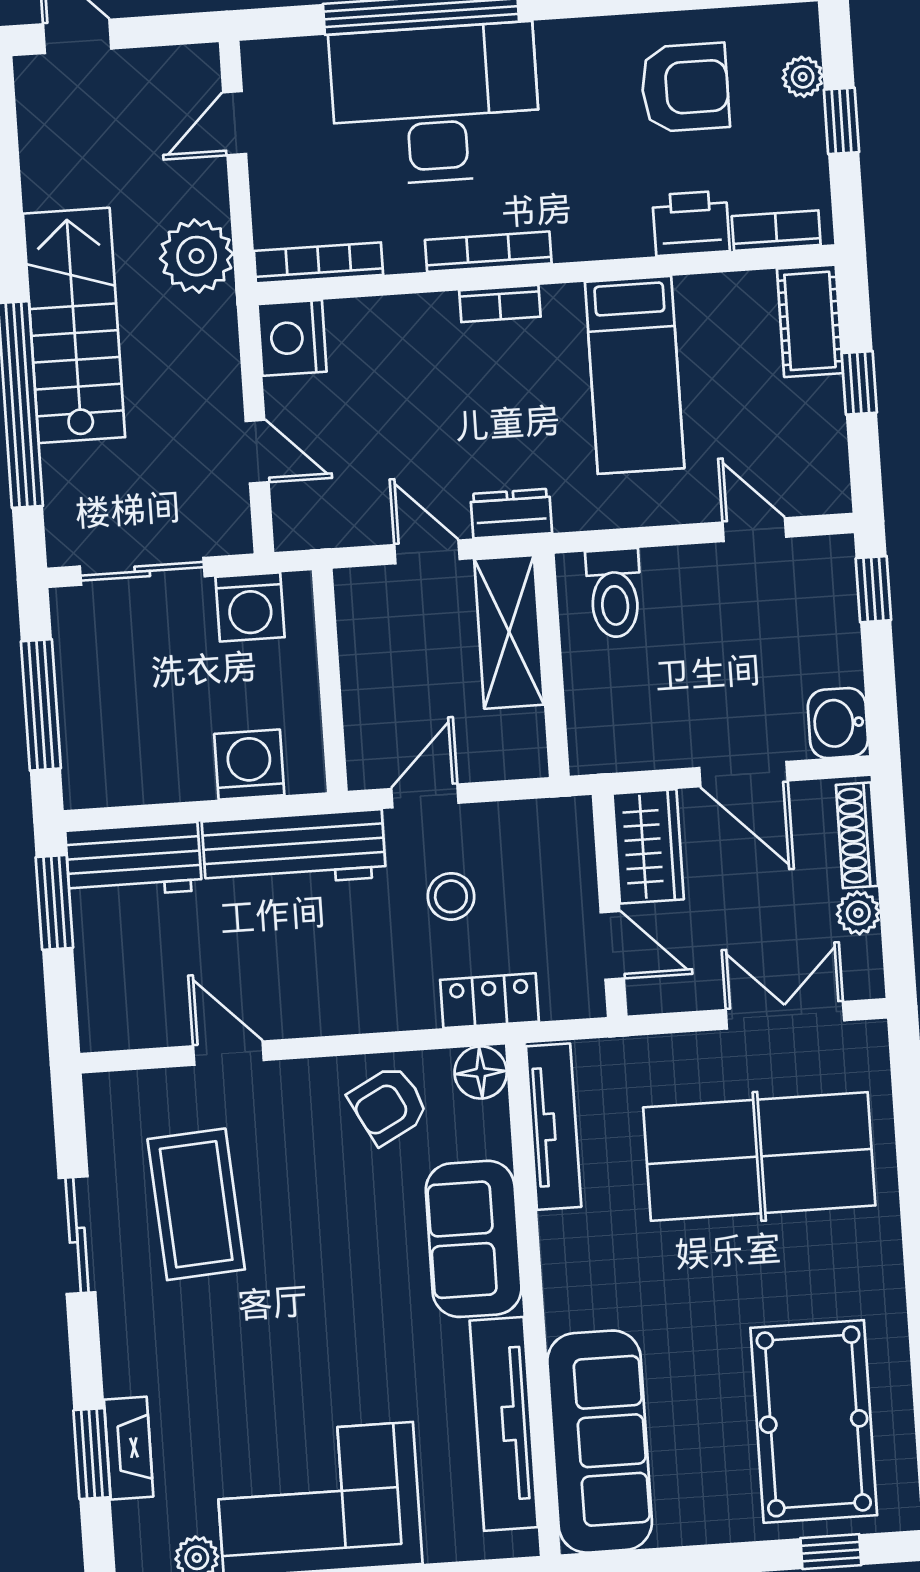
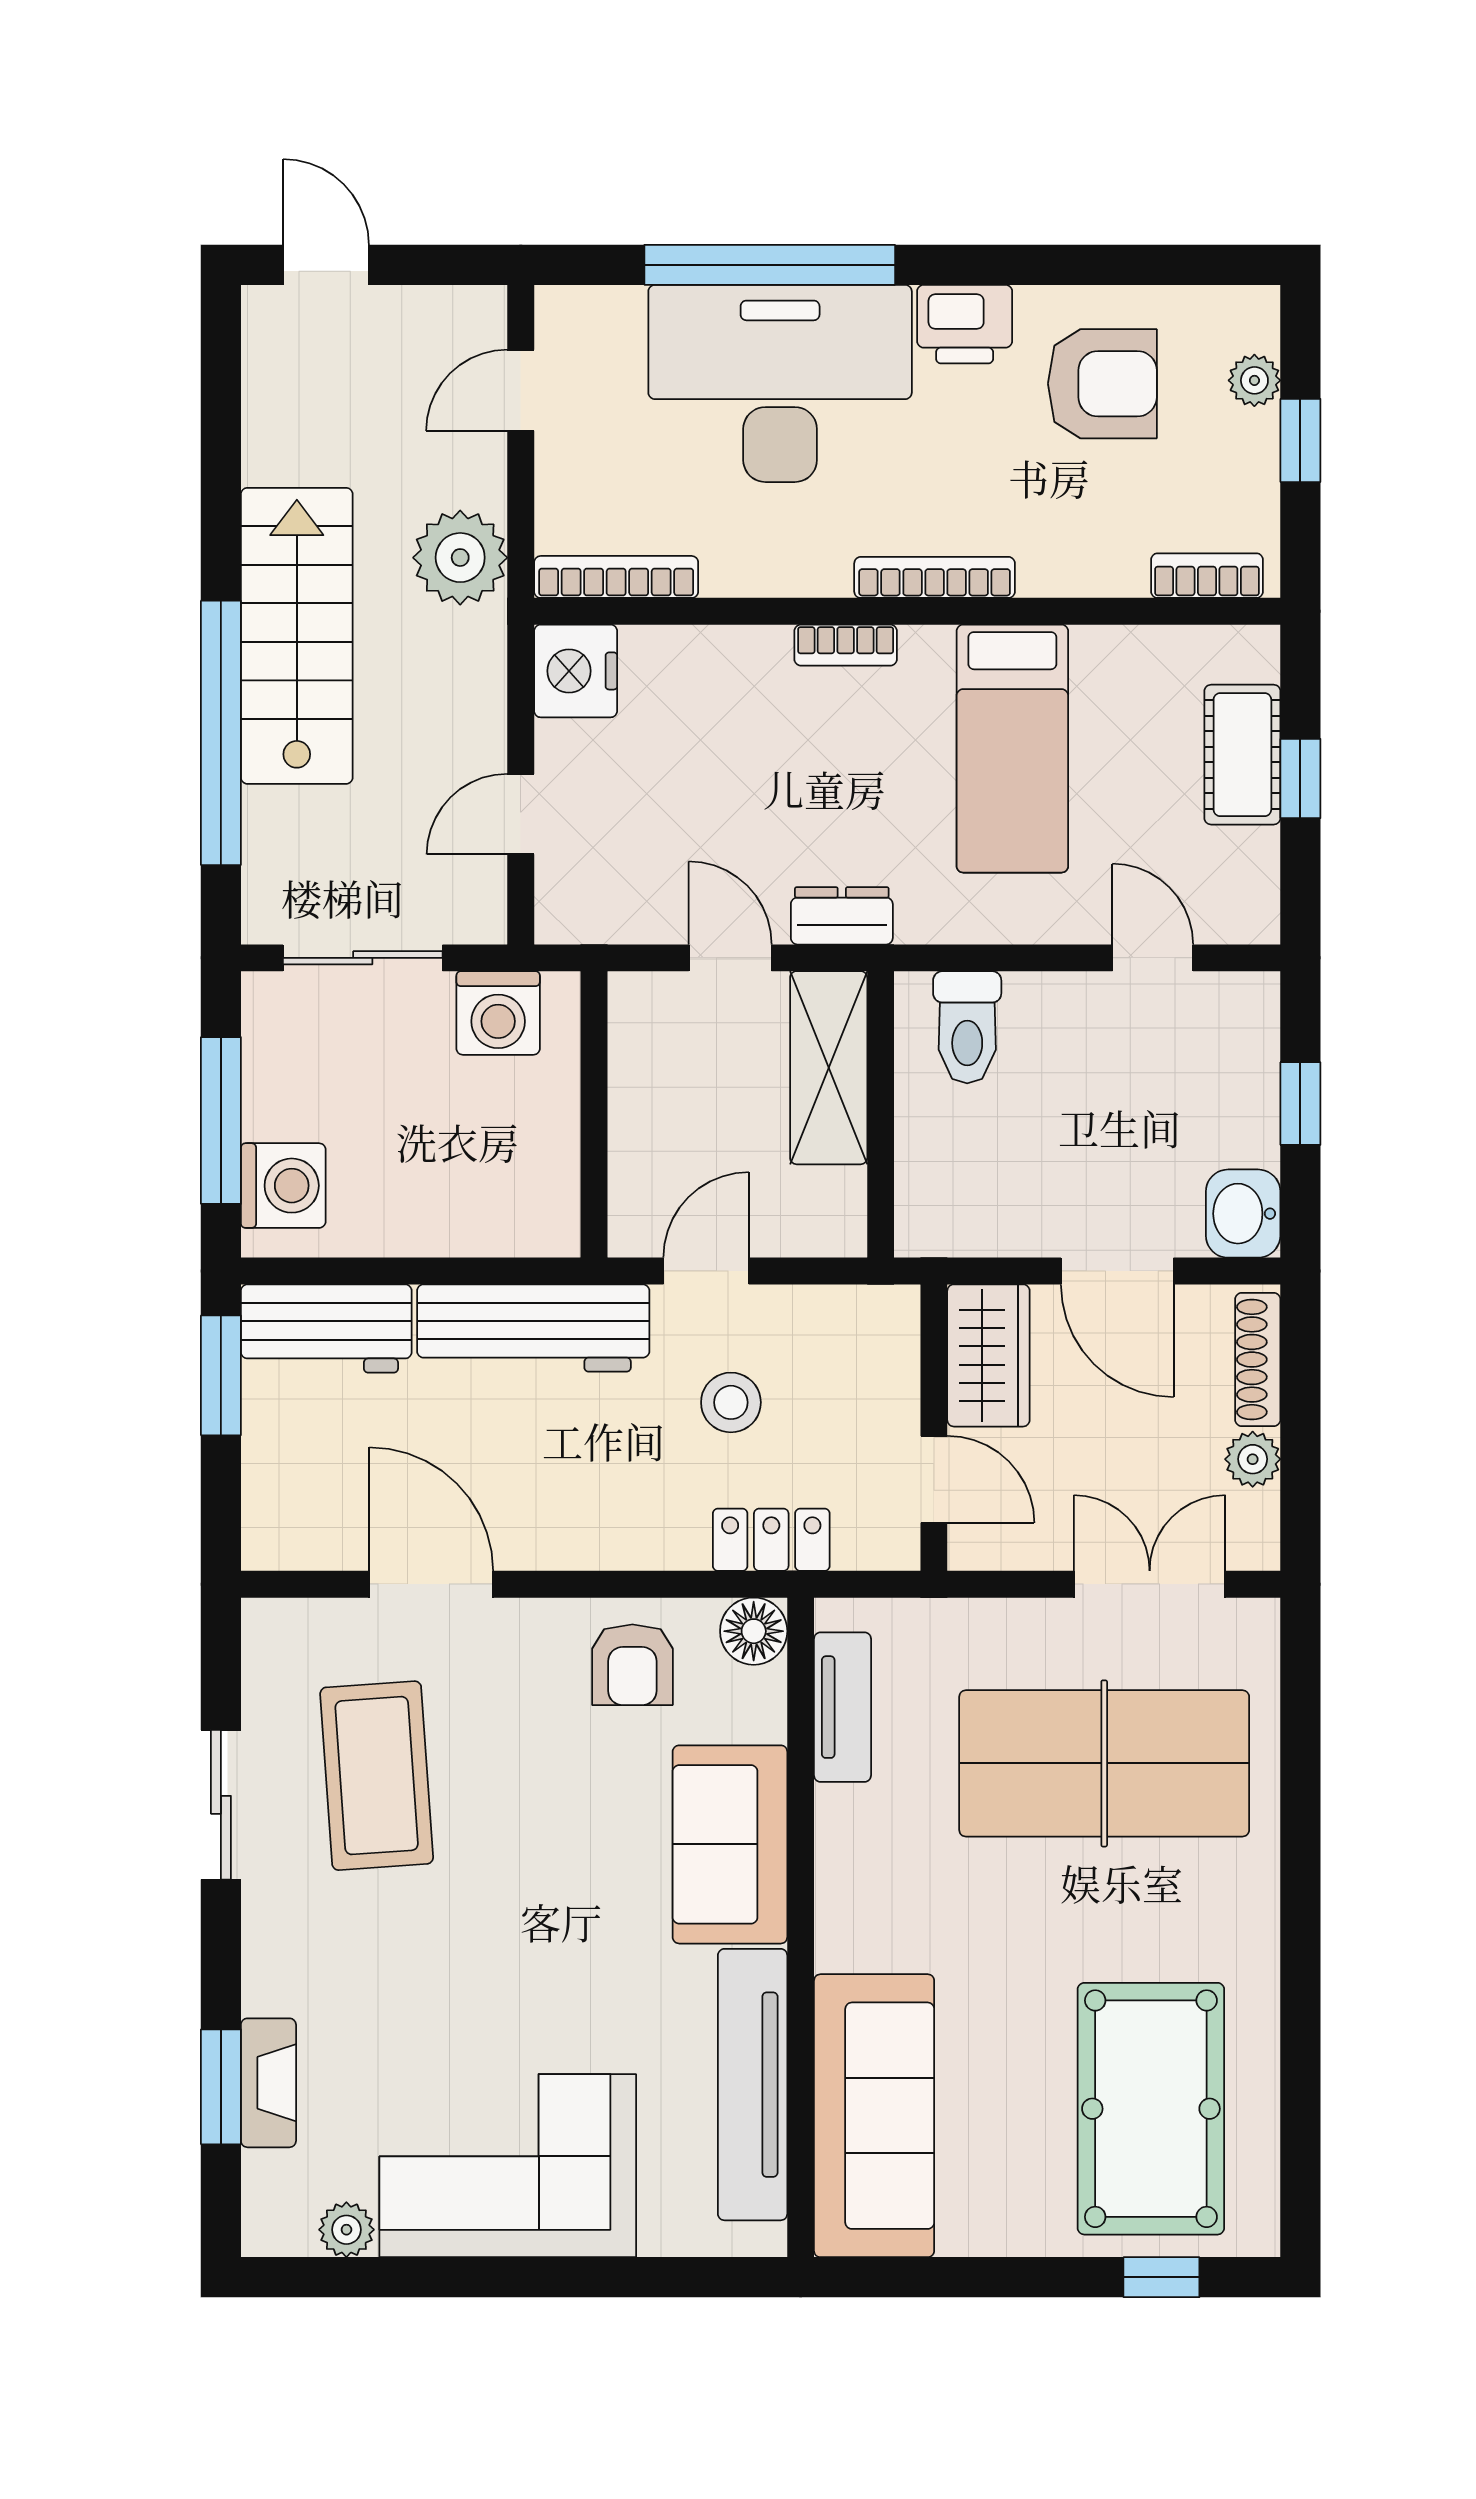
printer: (691, 223) -> (965, 324), moved, turned 180
bookcase: (488, 252) -> (935, 577), moved
cot: (810, 321) -> (1242, 755), moved
door: (257, 452) -> (521, 814), swing flipped
window: (873, 589) -> (1300, 1104), moved
washing machine: (249, 765) -> (283, 1186), moved, turned 90
door: (228, 1053) -> (431, 1584), width x1.37
armchair: (389, 1105) -> (632, 1665), turned -62
tv unit: (554, 1127) -> (843, 1707), width x0.71

